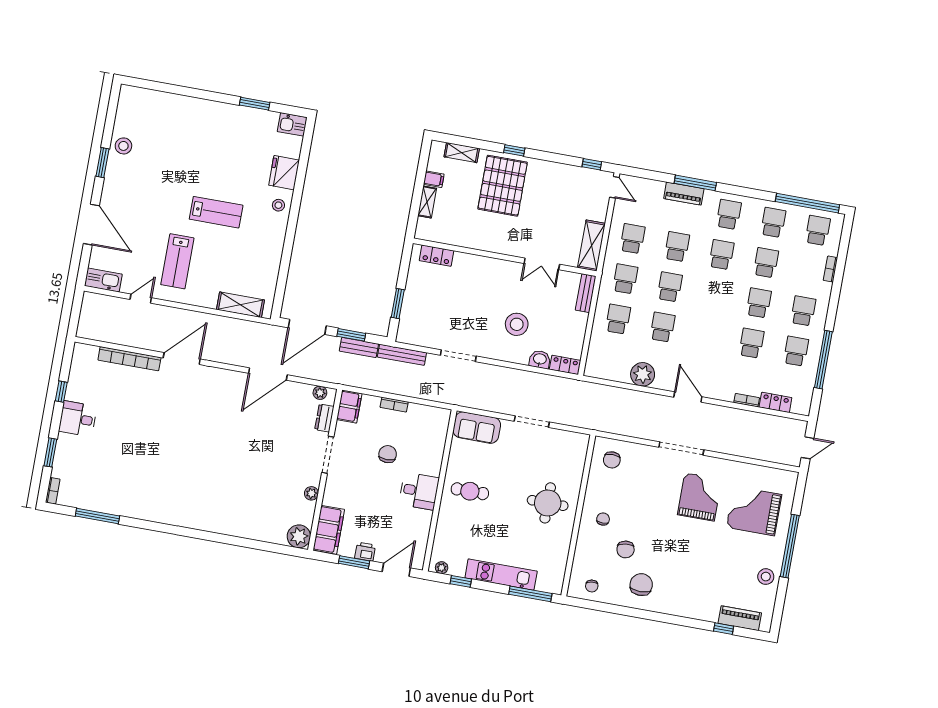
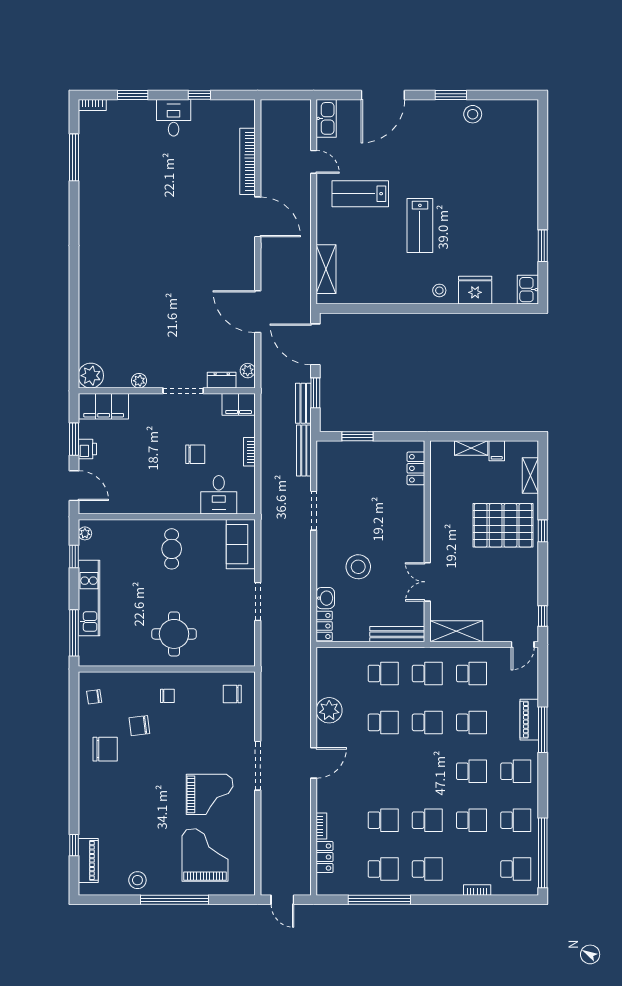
bench: (586, 293) -> (397, 634), width x1.36
desk: (419, 491) -> (219, 495), moved

